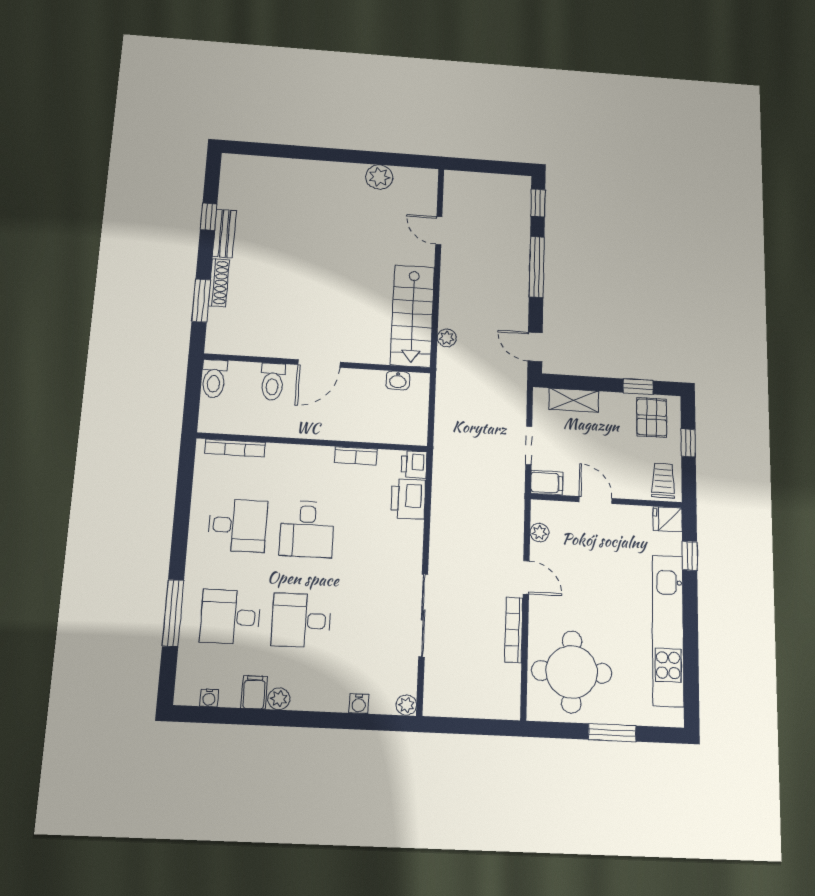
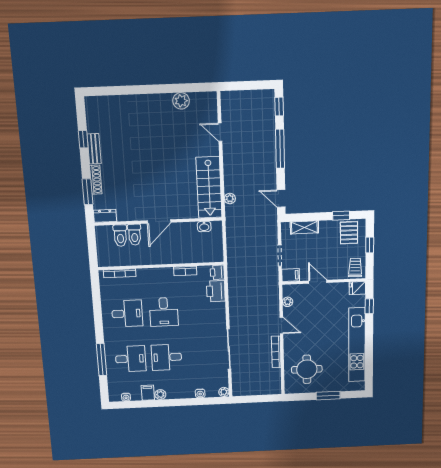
dresser: (225, 344) -> (105, 216), added
toilet: (214, 379) -> (120, 236), moved
desk: (230, 617) -> (131, 359), turned 180
round table: (572, 672) -> (307, 369), width x0.73, depth x0.73

